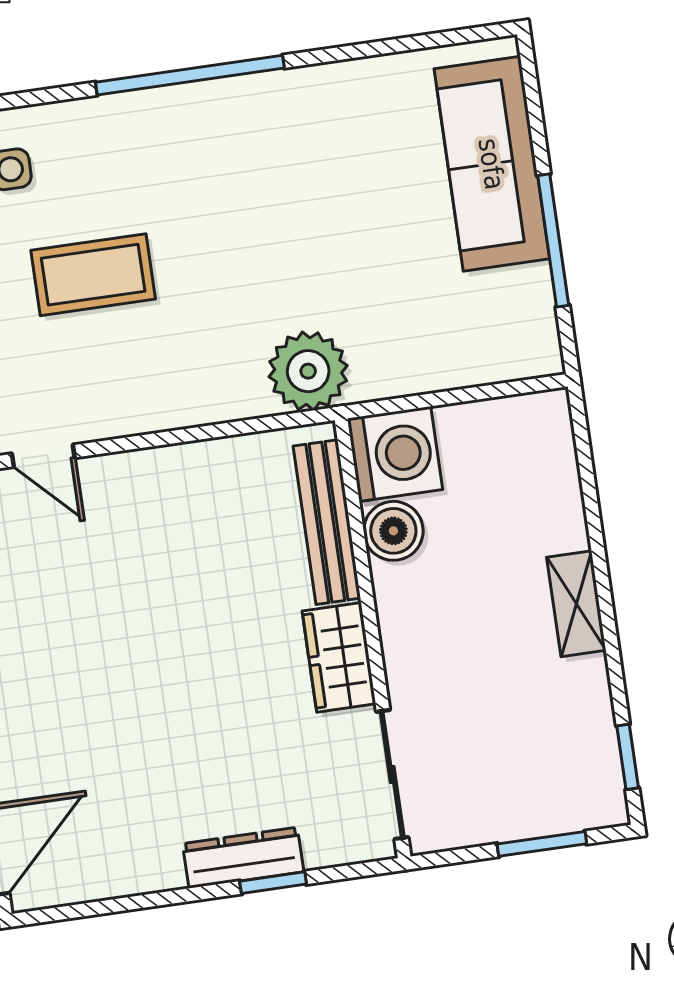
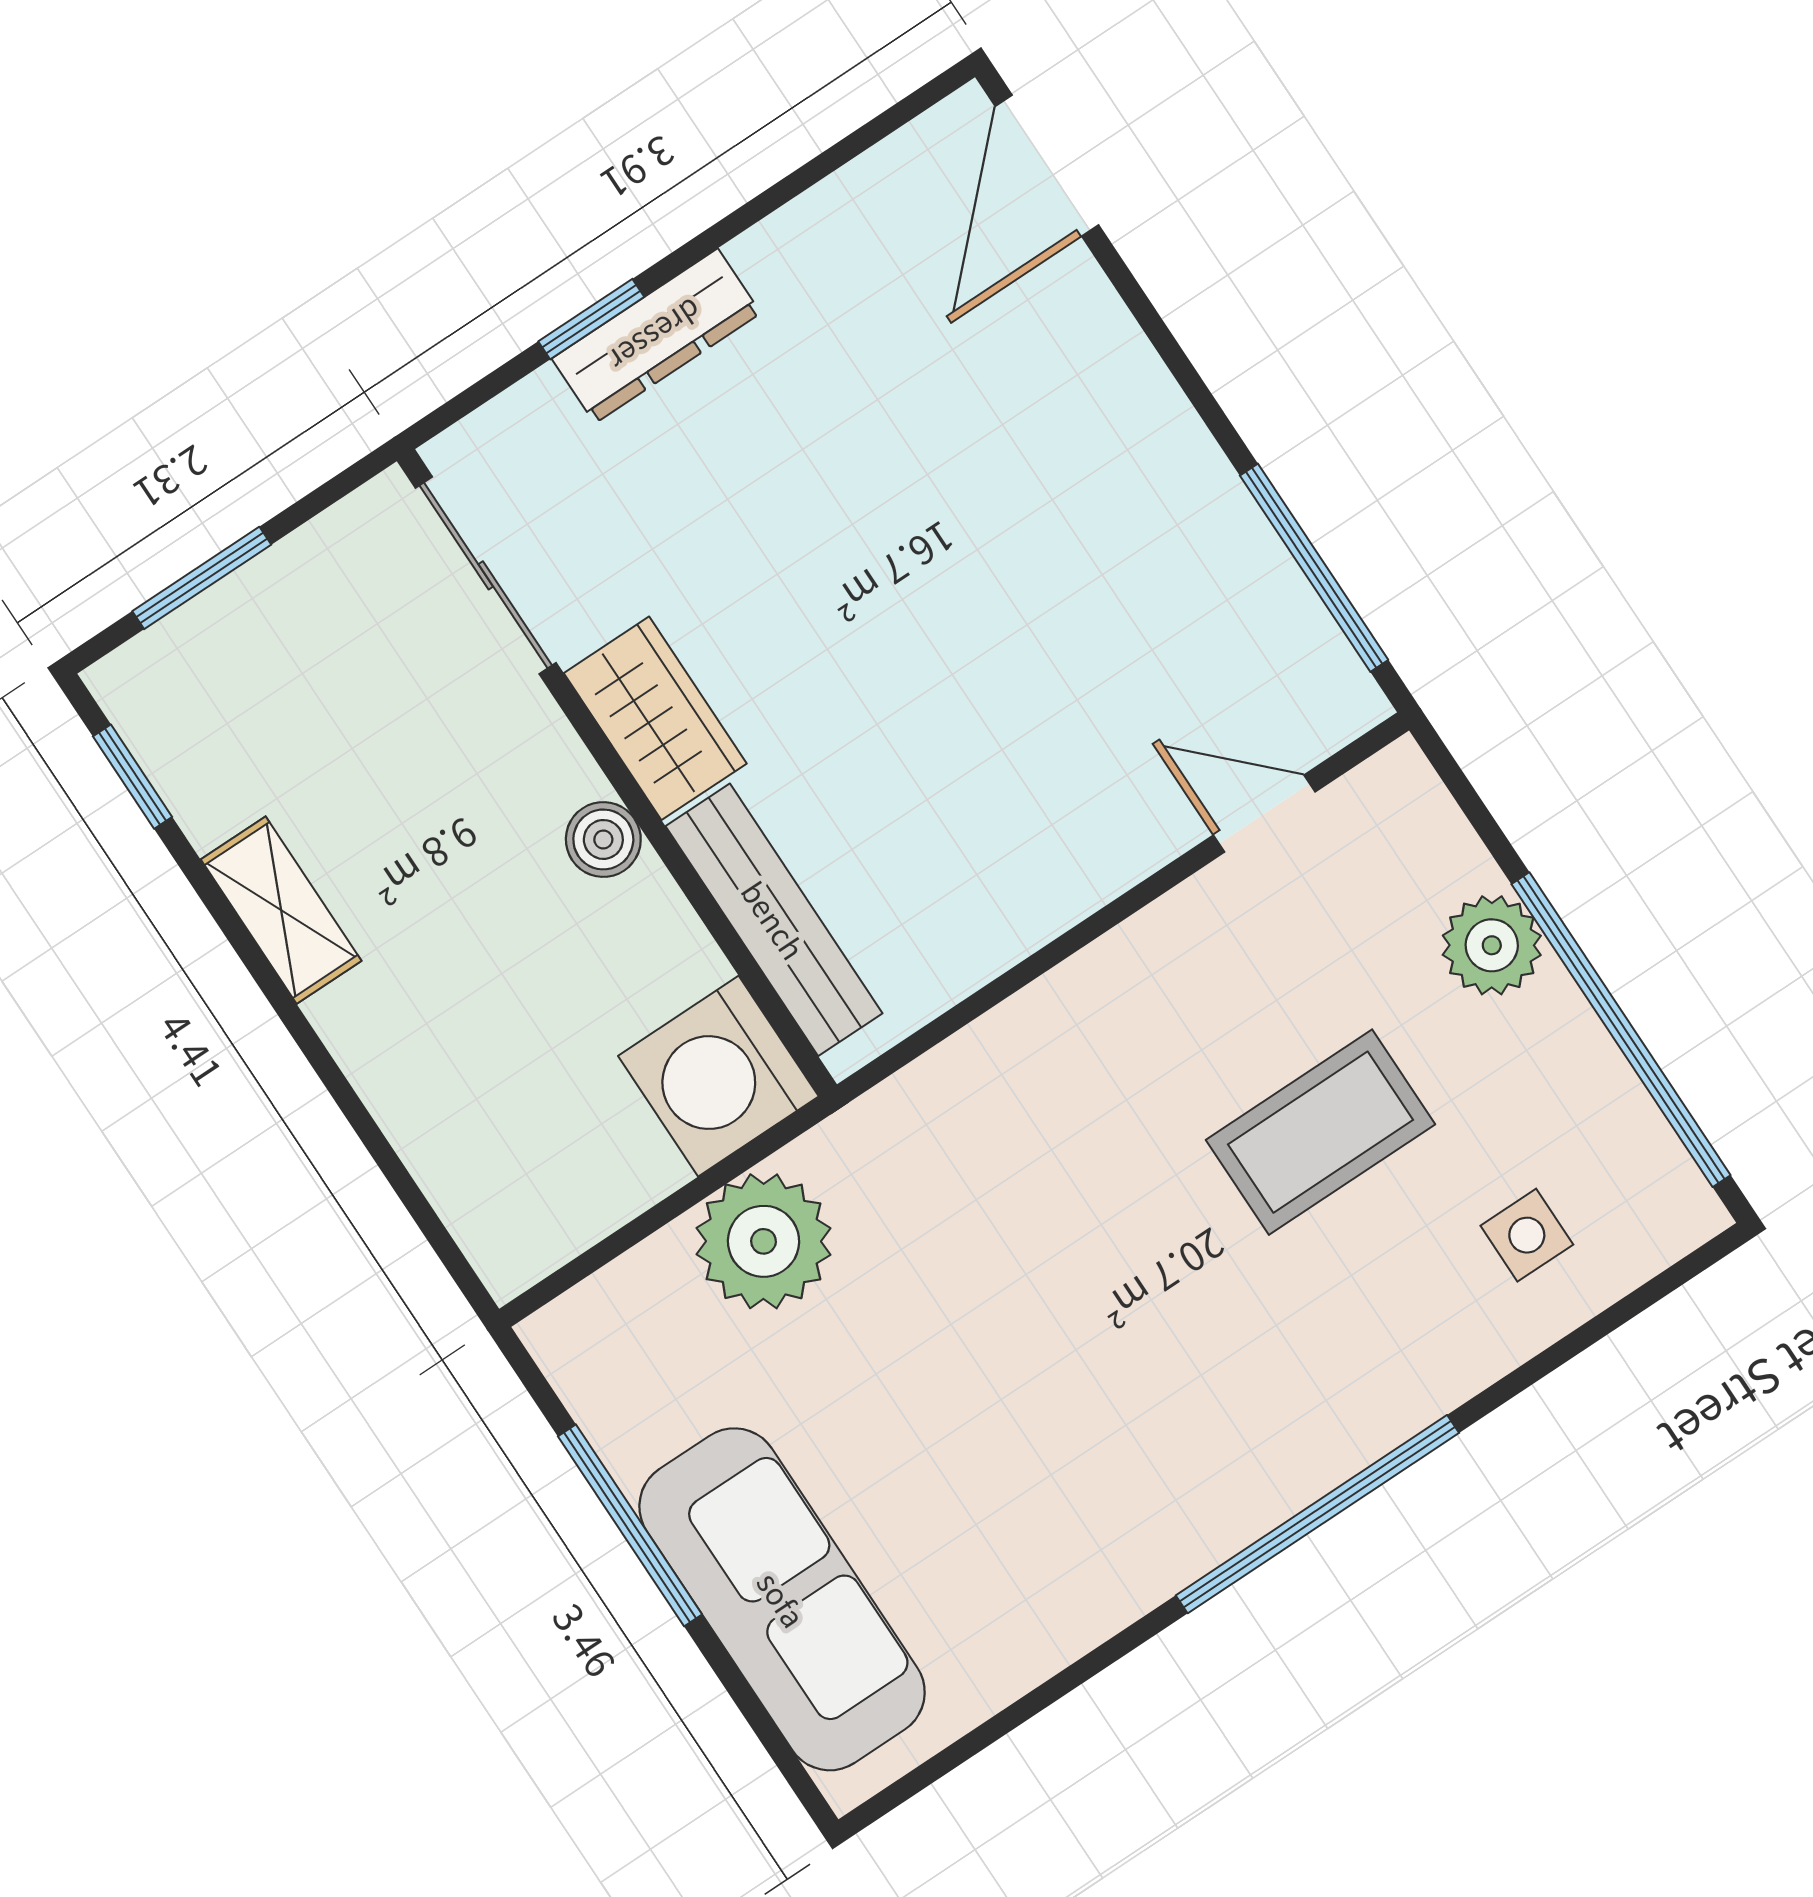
plant: (308, 371) -> (764, 1241), moved
boiler: (393, 531) -> (603, 839), moved, width x0.73, depth x0.73
shelving: (576, 604) -> (281, 910), moved

